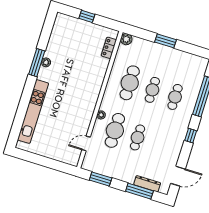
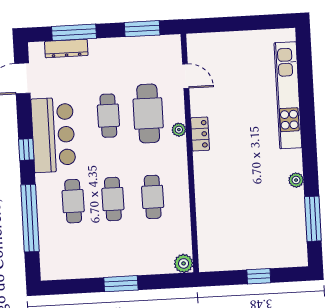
locker: (109, 48) -> (200, 134), moved
window: (37, 63) -> (313, 219), moved
cafe table: (130, 83) -> (153, 197), width x0.73, depth x0.74
bar counter: (172, 138) -> (53, 135), added
door: (86, 143) -> (186, 76), hinge flipped

